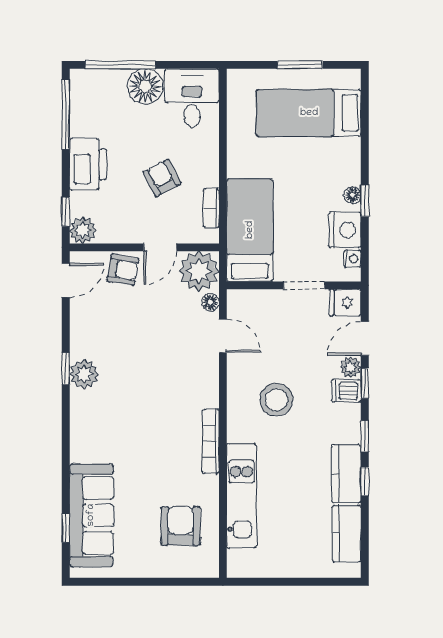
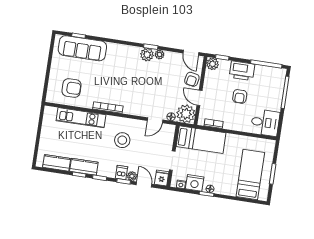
floor lamp: (145, 86) -> (274, 102), removed
armchair: (162, 178) -> (240, 96), moved, turned 118
plant: (80, 347) -> (160, 55), added

